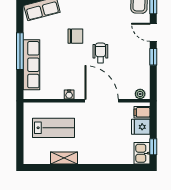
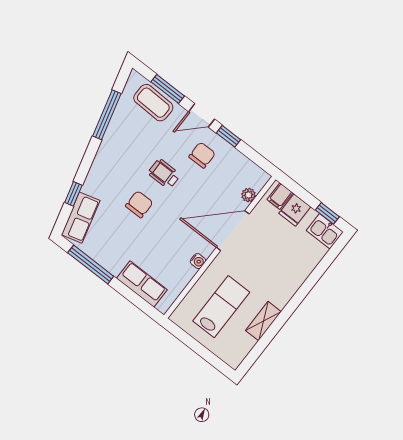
chair: (131, 50) -> (202, 155), added
window: (20, 51) -> (91, 264), moved
wheelchair: (100, 53) -> (164, 174), moved
row of seats: (31, 65) -> (142, 284), width x0.68
plant: (140, 94) -> (249, 195), moved

